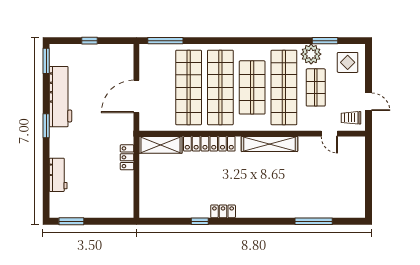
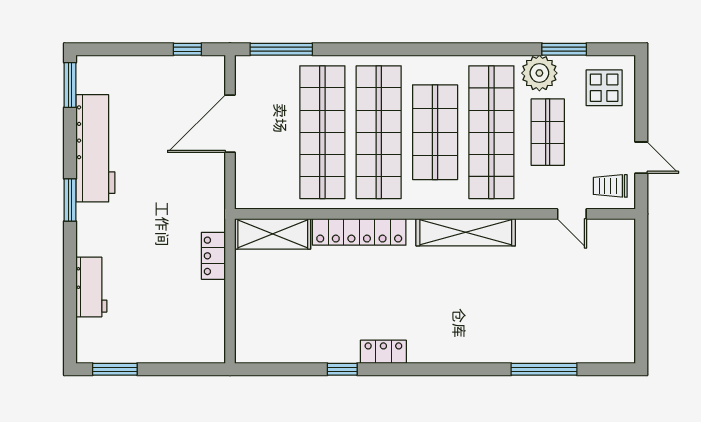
window: (90, 41) -> (187, 49), moved
door: (136, 96) -> (230, 124), moved

